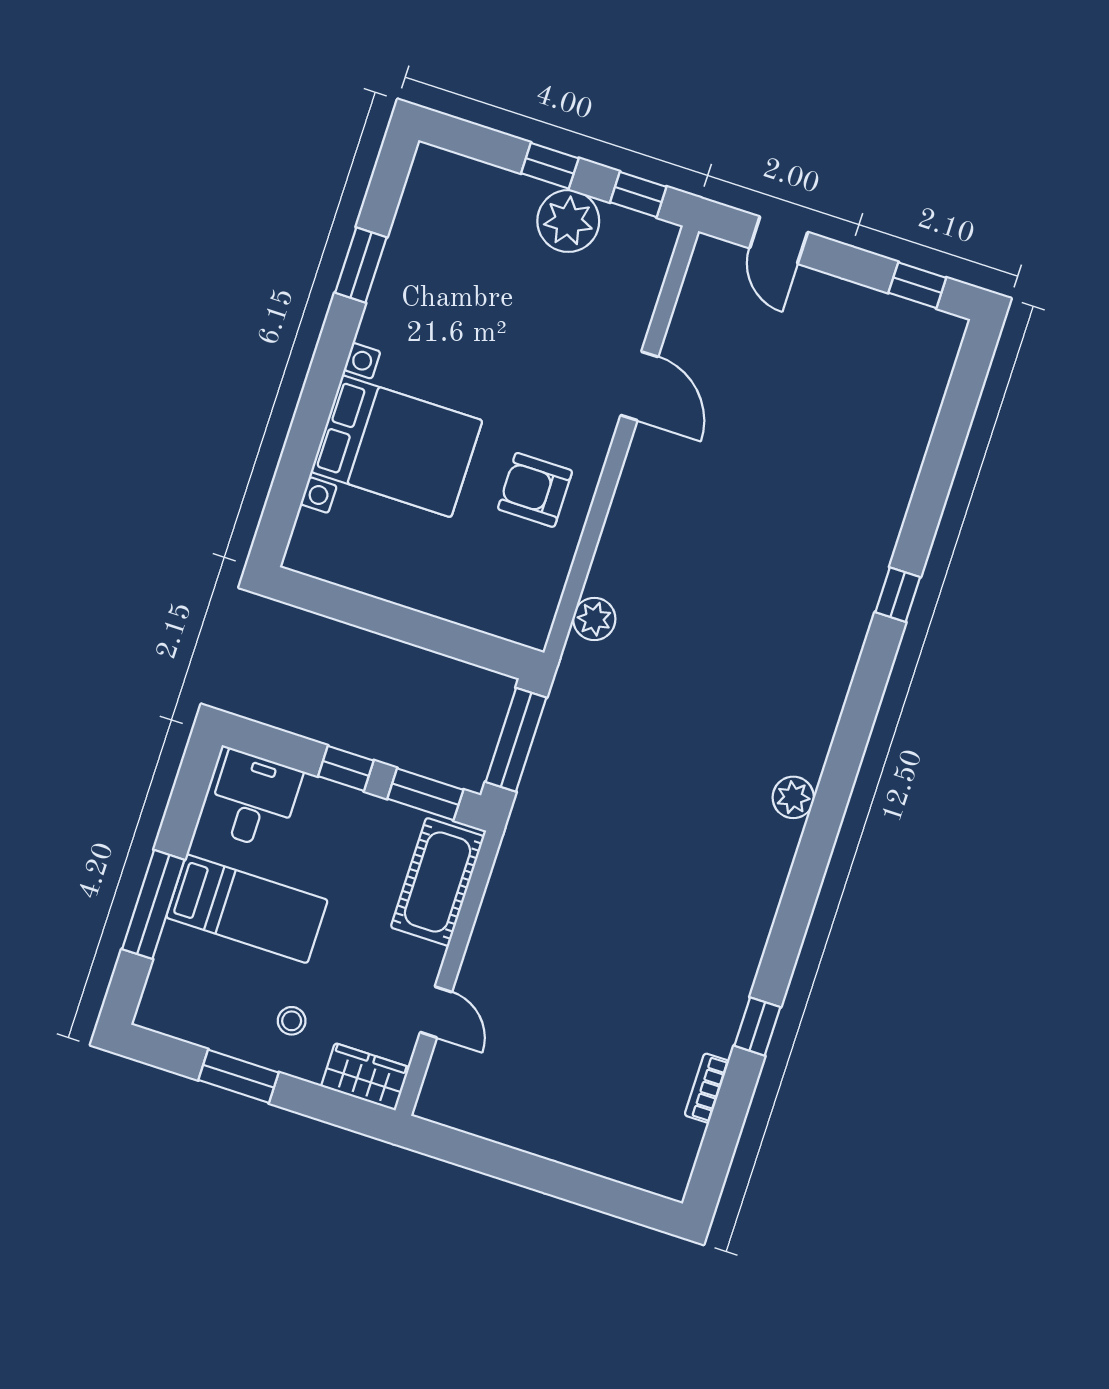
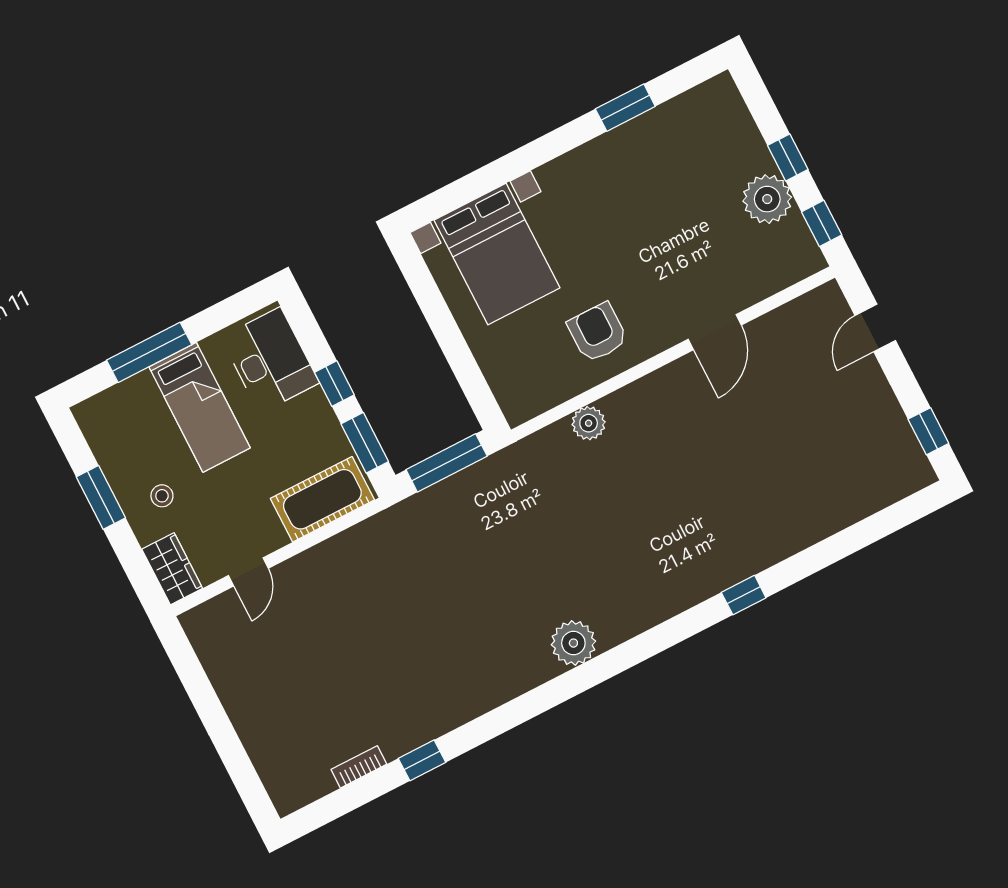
bed with nightstands: (397, 446) -> (497, 254), moved
plant: (594, 619) -> (589, 423), moved
plant: (793, 797) -> (573, 643), width x1.36, depth x1.36
desk: (254, 800) -> (270, 360), width x1.37

